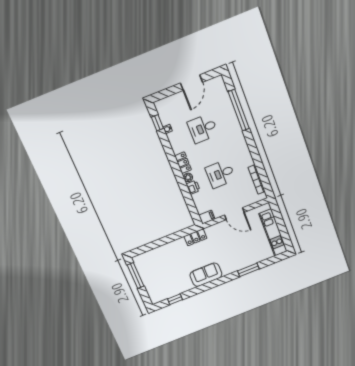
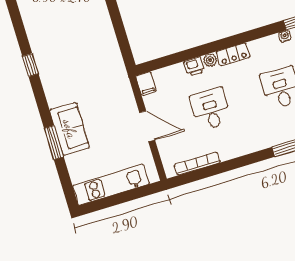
door: (234, 214) -> (147, 126), swing flipped
locker: (195, 237) -> (116, 64), removed
sofa: (206, 275) -> (70, 129), moved
window: (175, 299) -> (30, 65), moved

